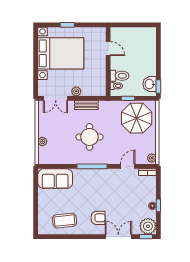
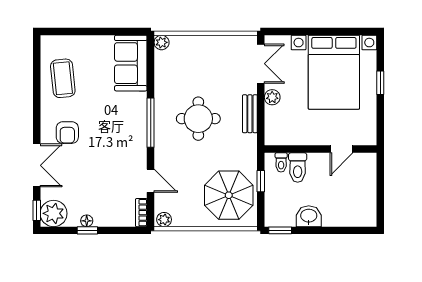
washbasin: (150, 84) -> (309, 216), moved
double door: (56, 98) -> (261, 64), swing flipped
plant: (42, 142) -> (162, 42), moved

